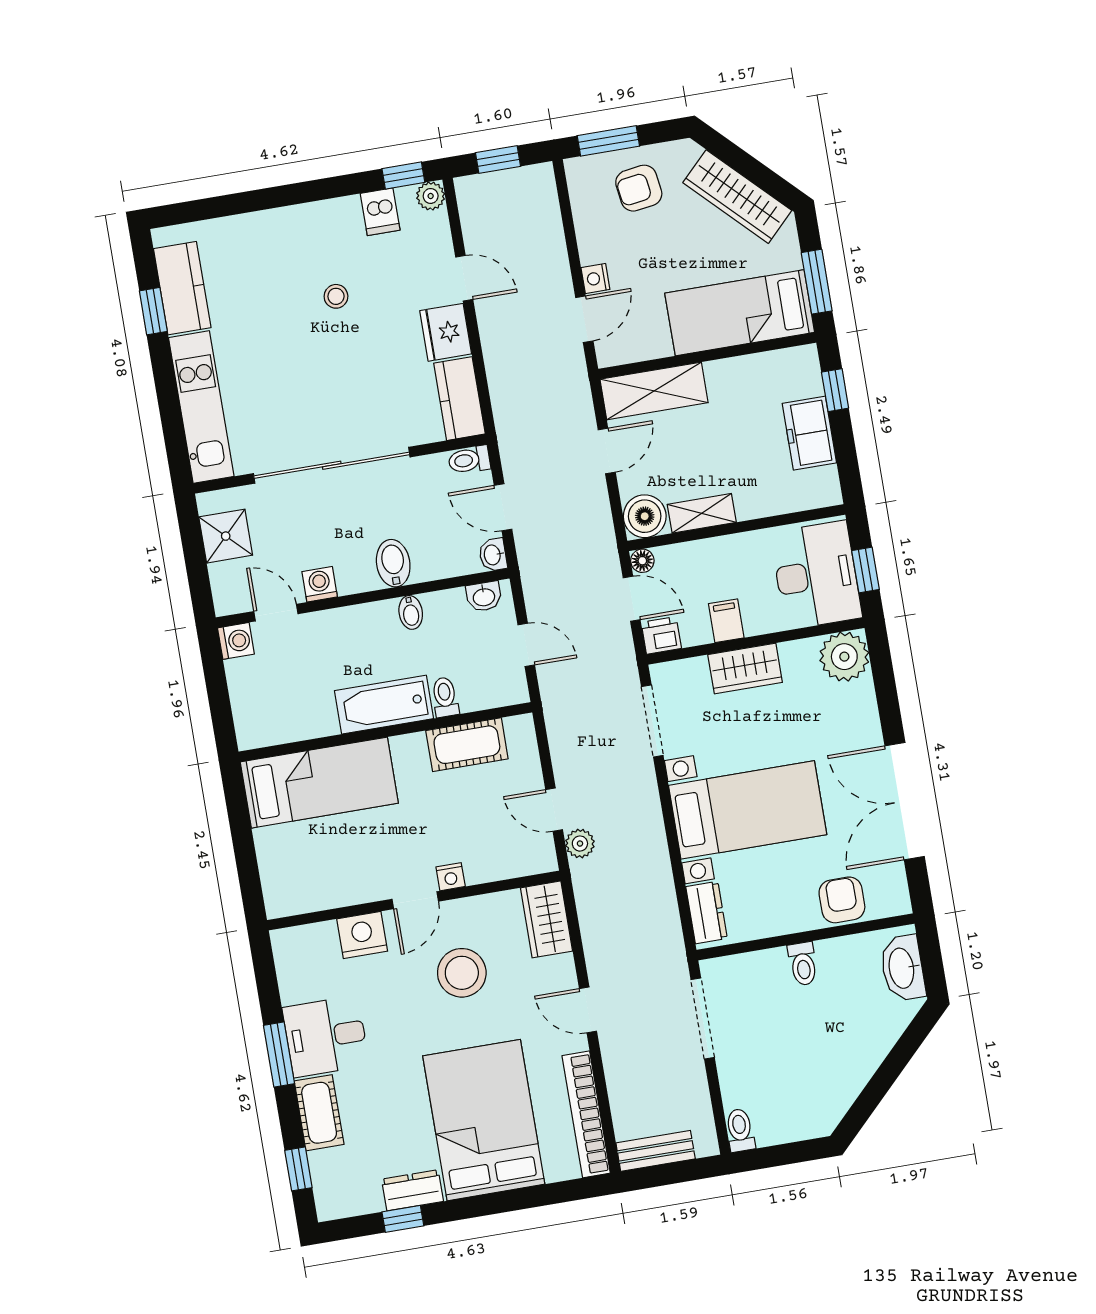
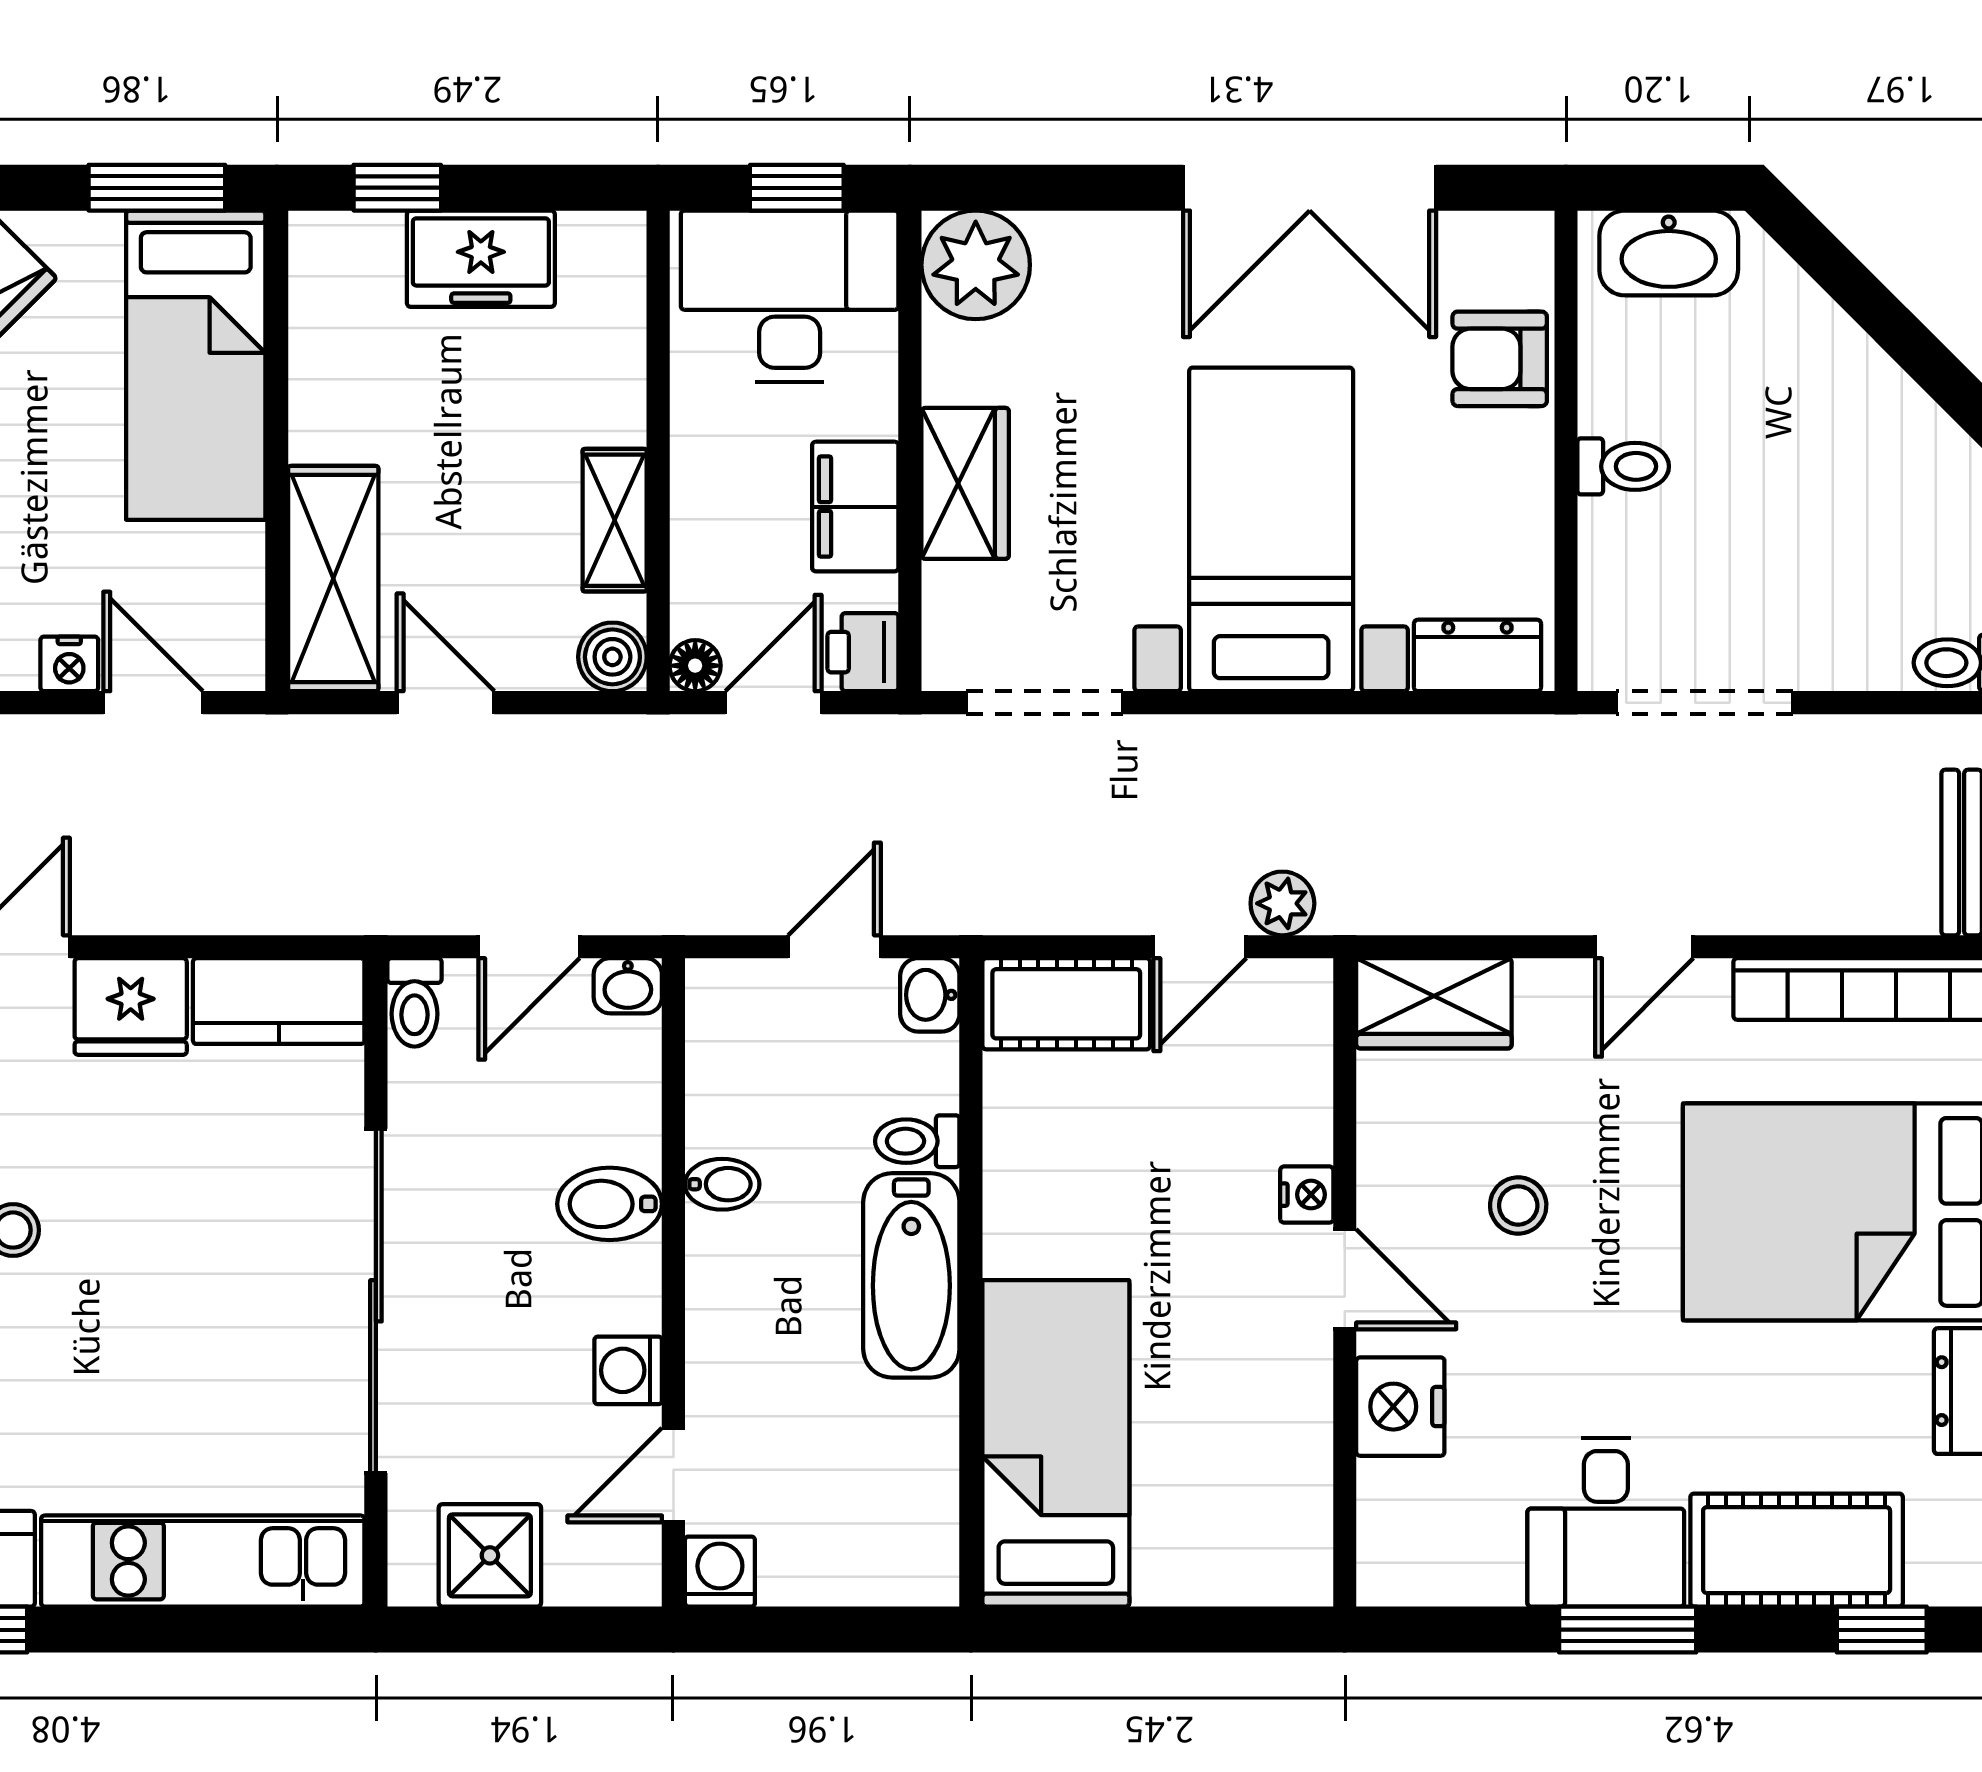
boiler: (645, 516) -> (612, 657), width x0.73, depth x0.73
washbasin: (484, 597) -> (930, 995), moved, turned 180
filing cabinet: (726, 621) -> (855, 507), width x2.00
cot: (467, 745) -> (1066, 1004), moved, turned 90
stool: (462, 973) -> (1518, 1205), width x0.53, depth x0.53
cot: (319, 1113) -> (1797, 1550), width x1.37, depth x1.34

